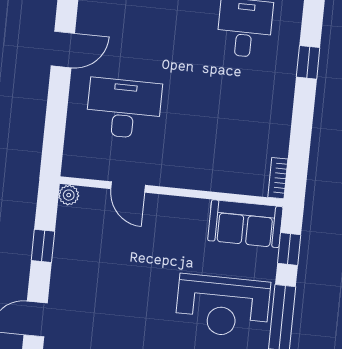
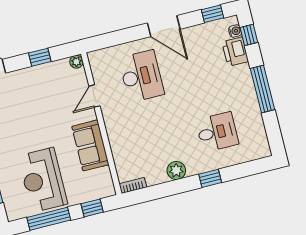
door: (63, 50) -> (164, 26), width x1.38
plant: (279, 107) -> (176, 170), added
sofa: (245, 224) -> (90, 145), moved

